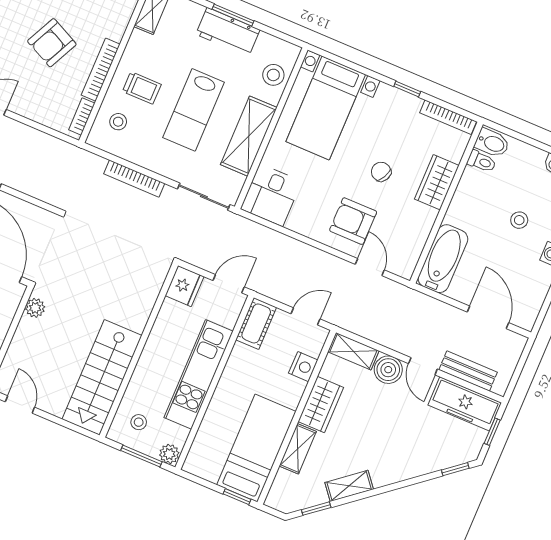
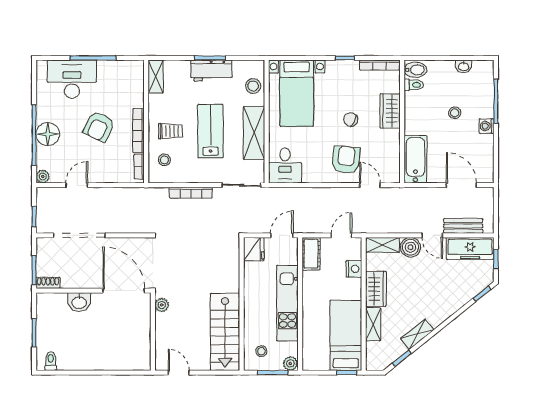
lab bench: (194, 110) -> (211, 131), turned 180
armchair: (353, 221) -> (346, 160), turned 95

